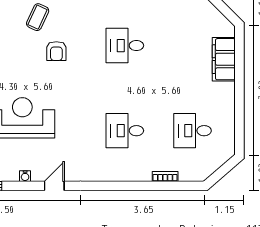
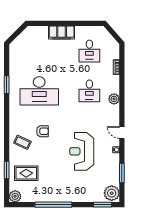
desk: (125, 46) -> (39, 91), width x1.87, depth x1.30
filing cabinet: (224, 59) -> (62, 33), moved
plant: (111, 172) -> (114, 99), added

